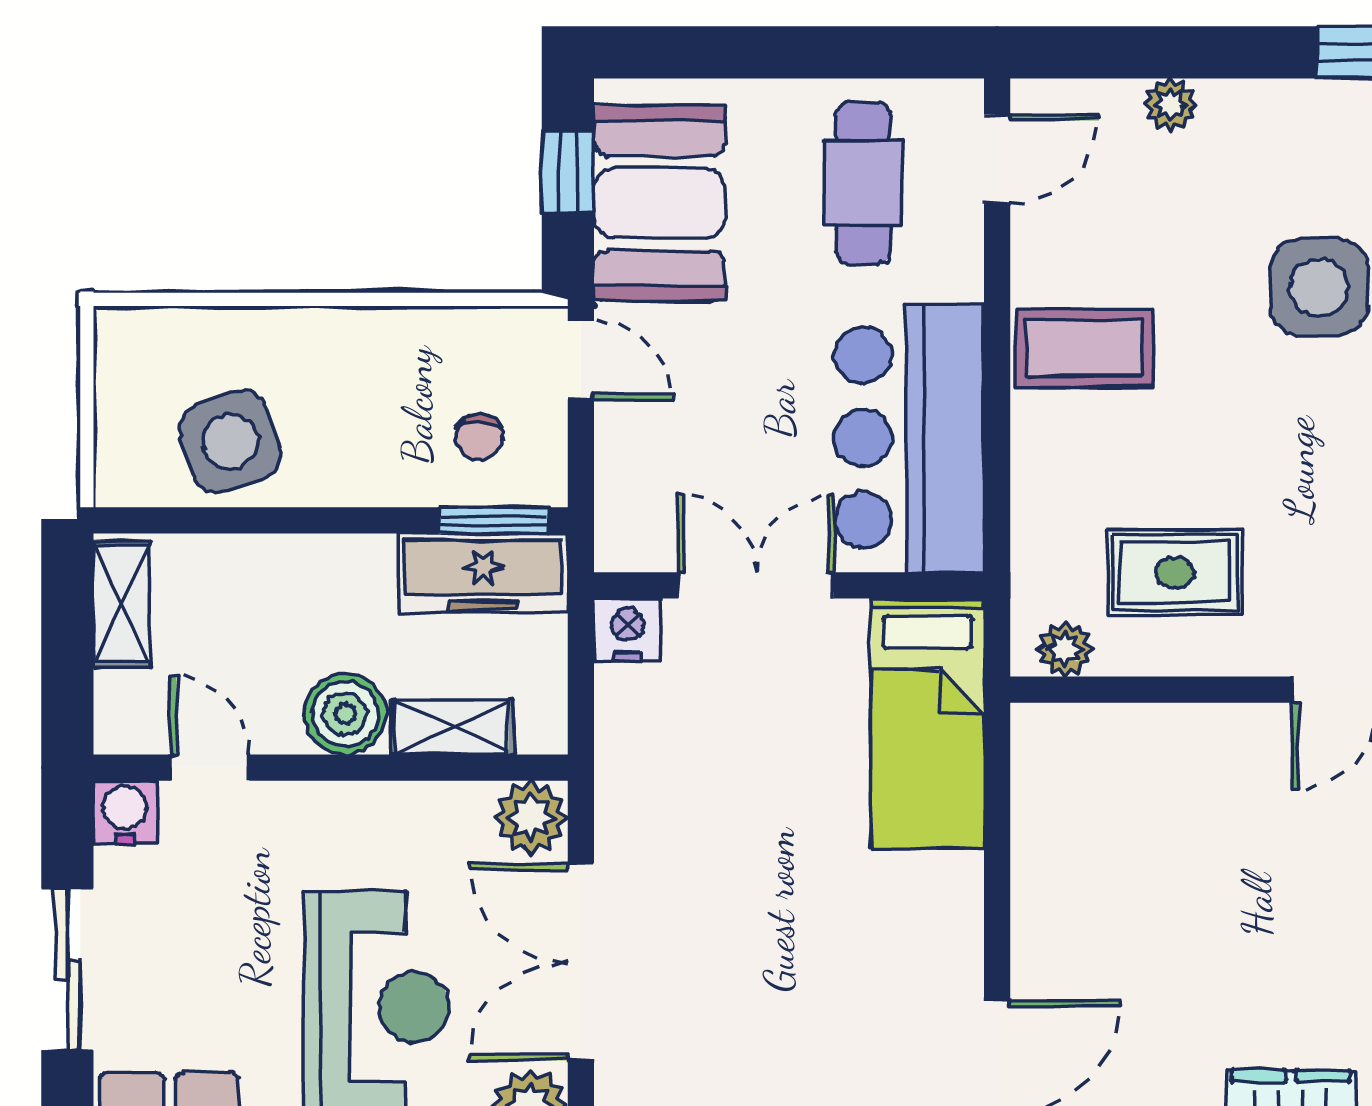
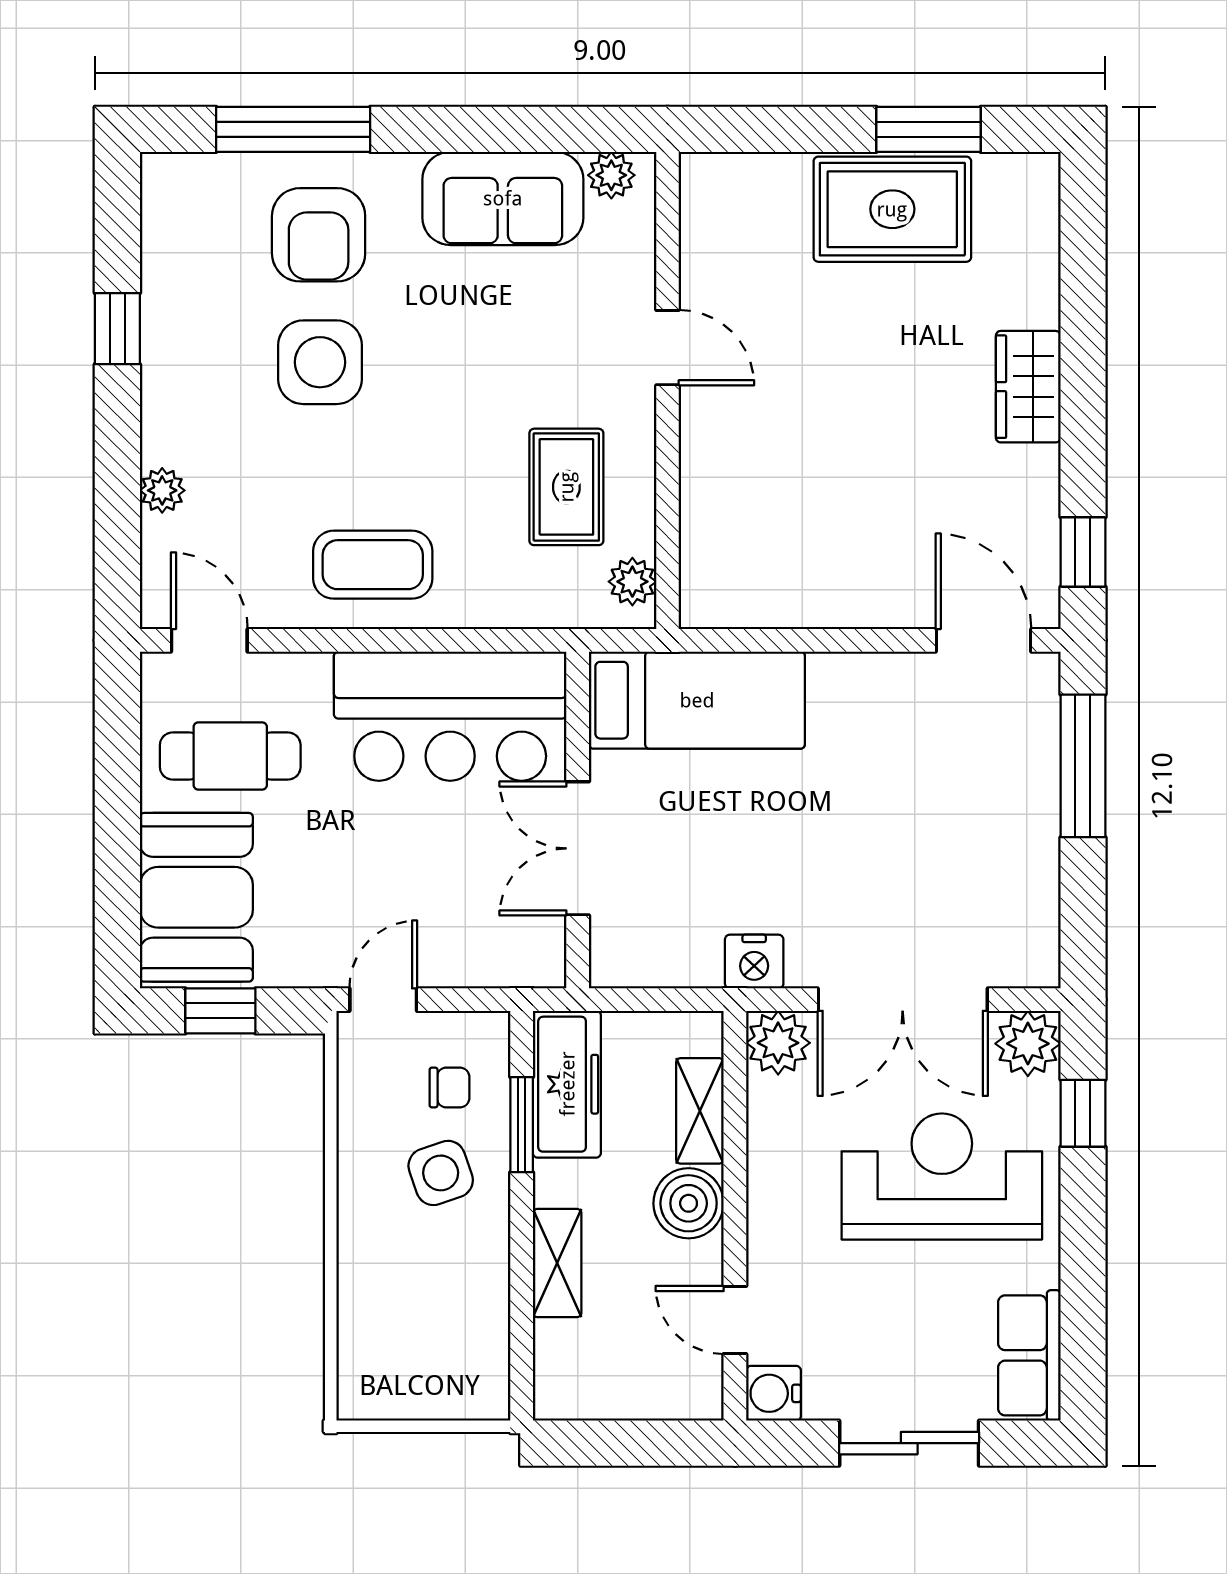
booth: (659, 203) -> (196, 897), moved, turned 90
coffee table: (1085, 348) -> (373, 565), turned 90
side table: (230, 442) -> (441, 1173), moved, width x0.73, depth x0.73
window: (494, 520) -> (522, 1125), moved
shelving: (122, 603) -> (557, 1263), moved, turned 90
nightstand: (628, 630) -> (754, 962), moved, turned -90
door: (210, 768) -> (735, 1320), hinge flipped

